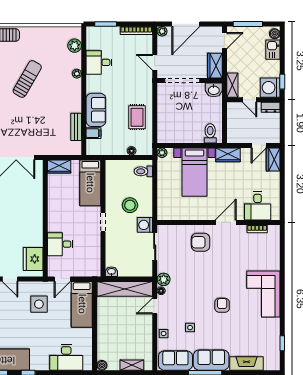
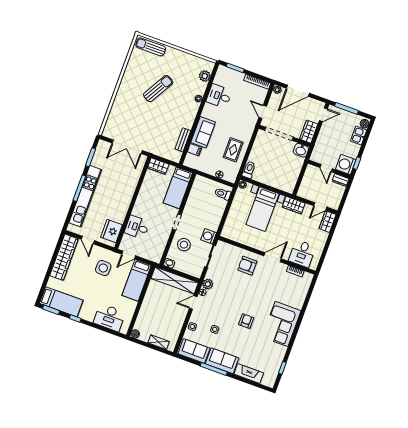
shelving: (232, 85) -> (317, 152), removed
toilet: (210, 133) -> (249, 170), moved
stool: (130, 205) -> (184, 245), moved

